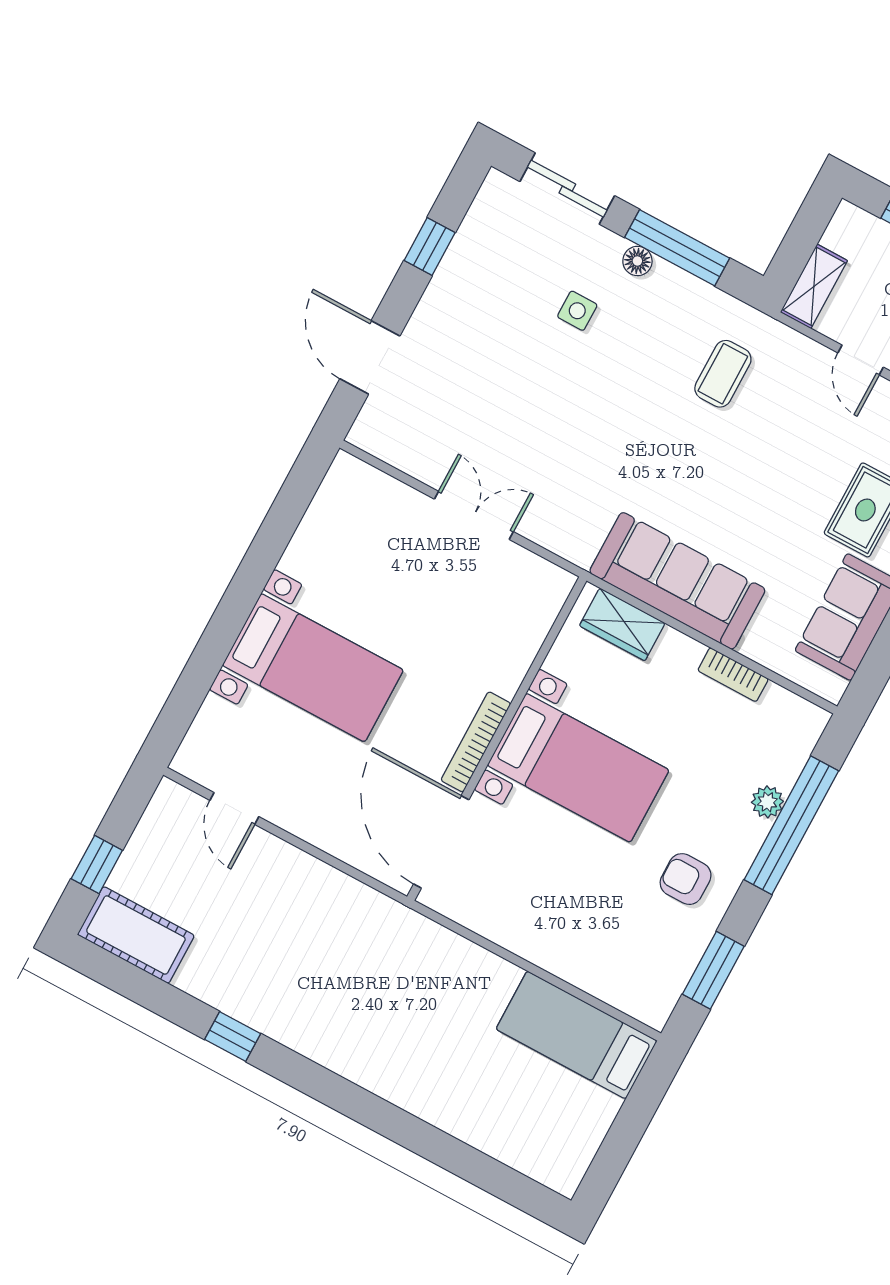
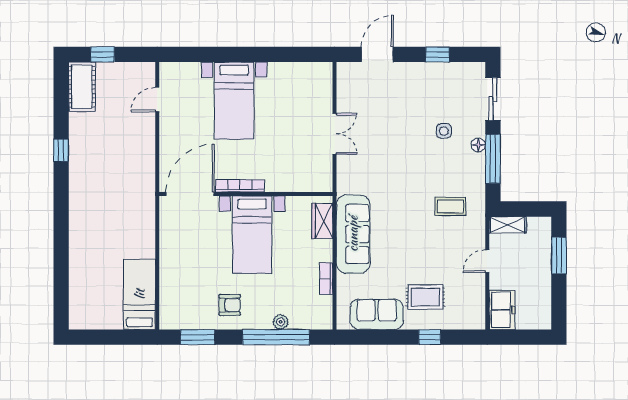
armchair: (686, 879) -> (230, 305), turned 90

